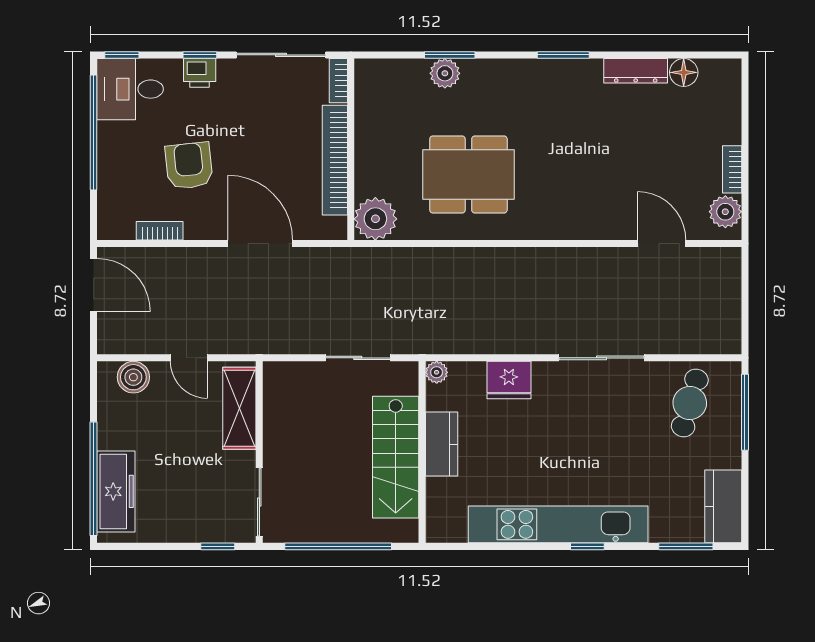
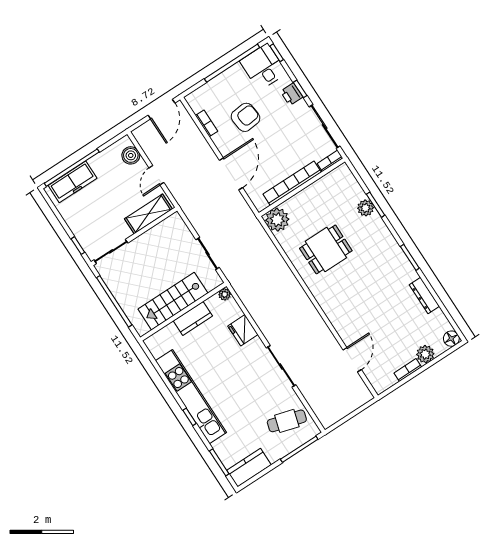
floor lamp: (684, 72) -> (451, 339), moved
dining table: (468, 174) -> (326, 249), width x0.73
plant: (725, 212) -> (425, 354), moved

